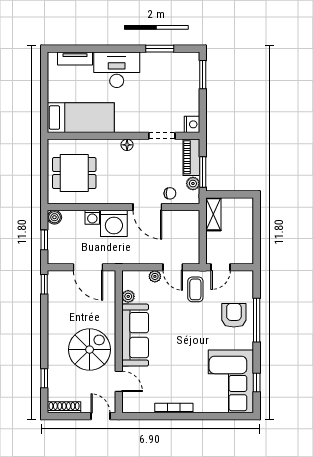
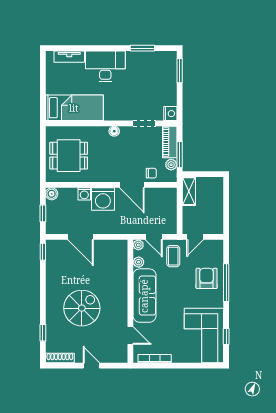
plant: (128, 296) -> (139, 262), moved
sofa: (135, 335) -> (144, 296), moved
wall: (119, 342) -> (130, 301), moved
door: (119, 381) -> (130, 336), moved

